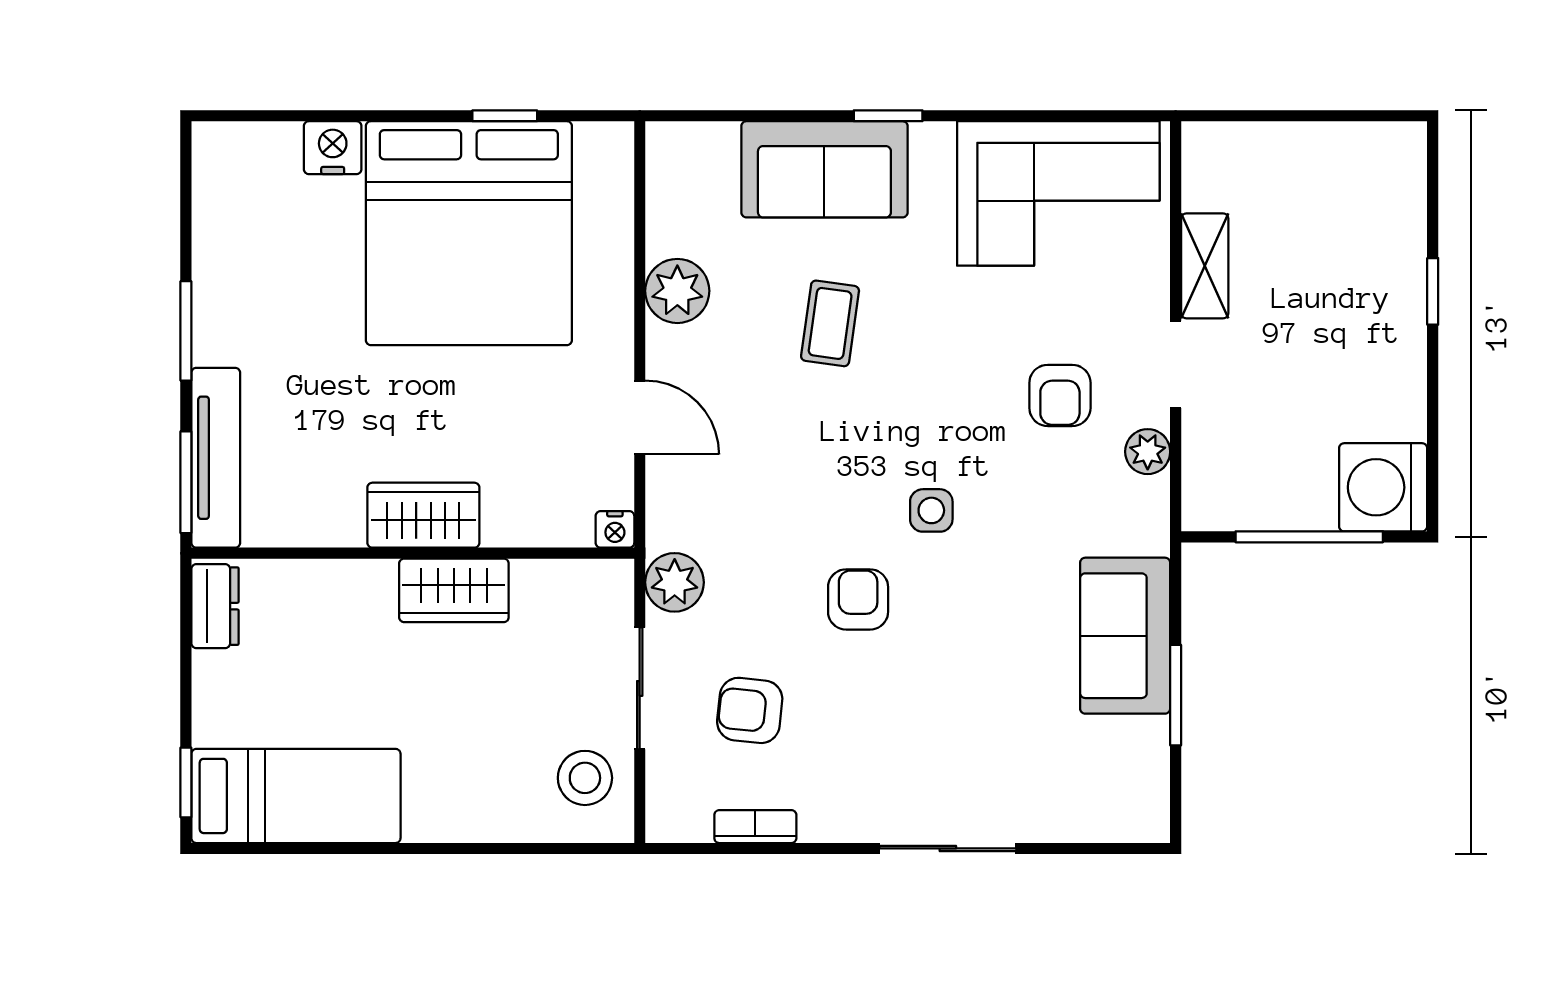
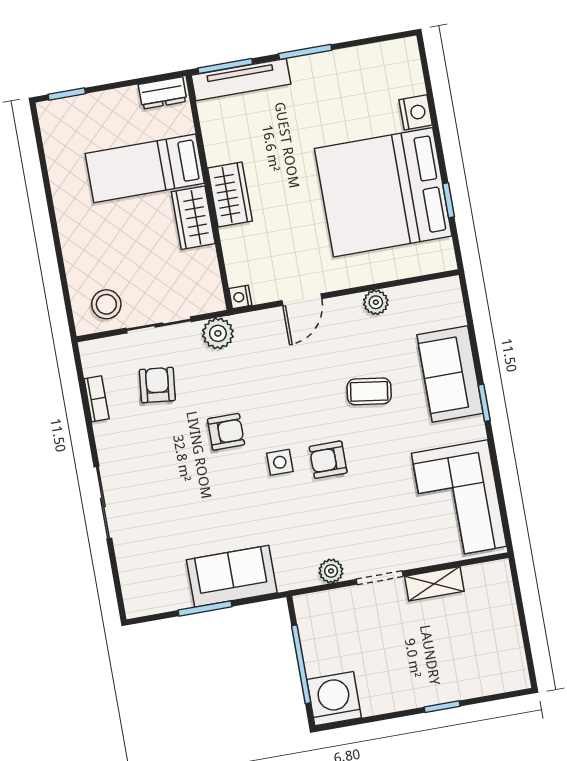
plant: (677, 291) -> (376, 302), width x0.73, depth x0.73
armchair: (1060, 395) -> (328, 460), moved
bed: (296, 796) -> (145, 168), moved, turned 90

